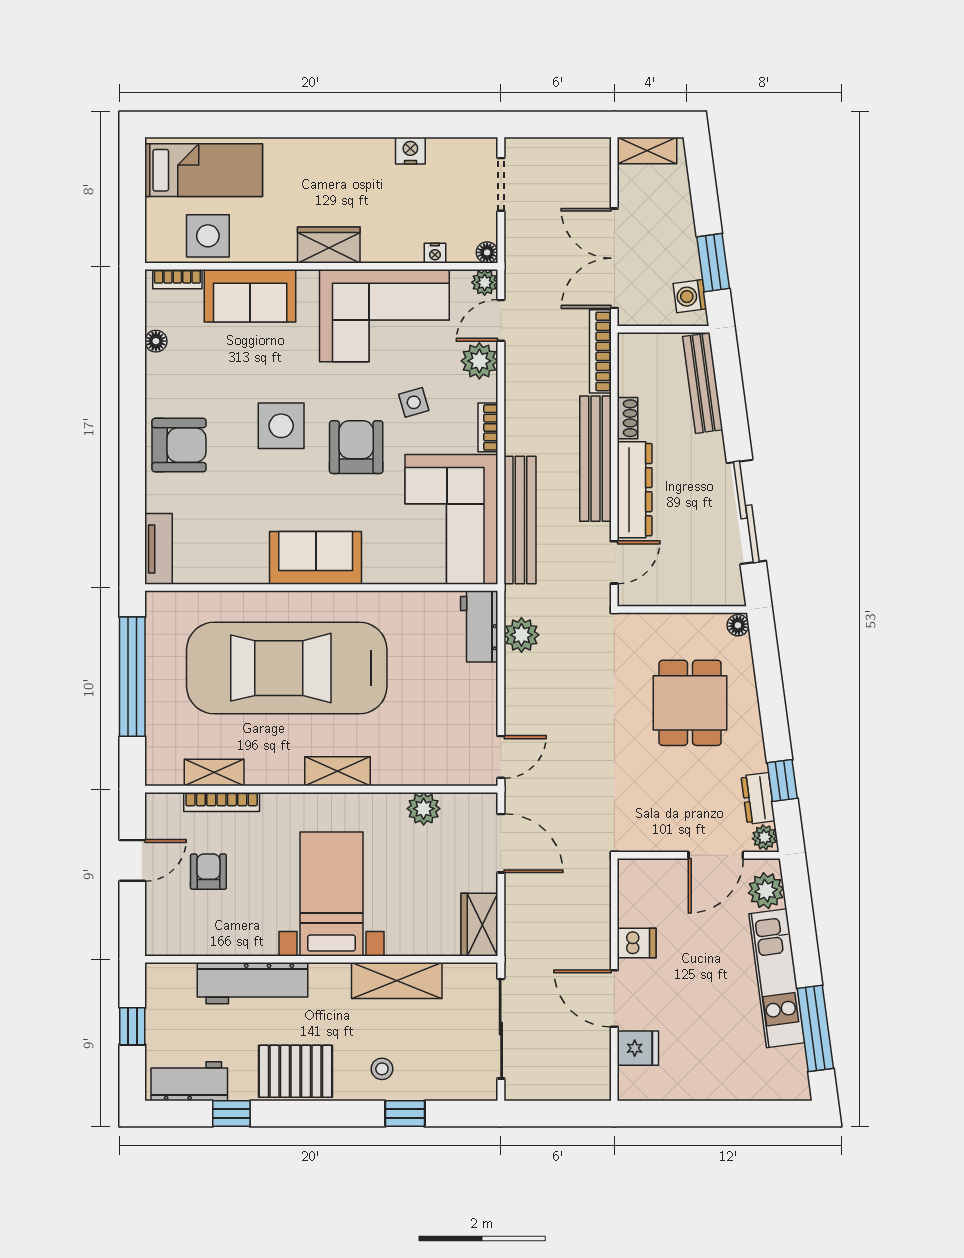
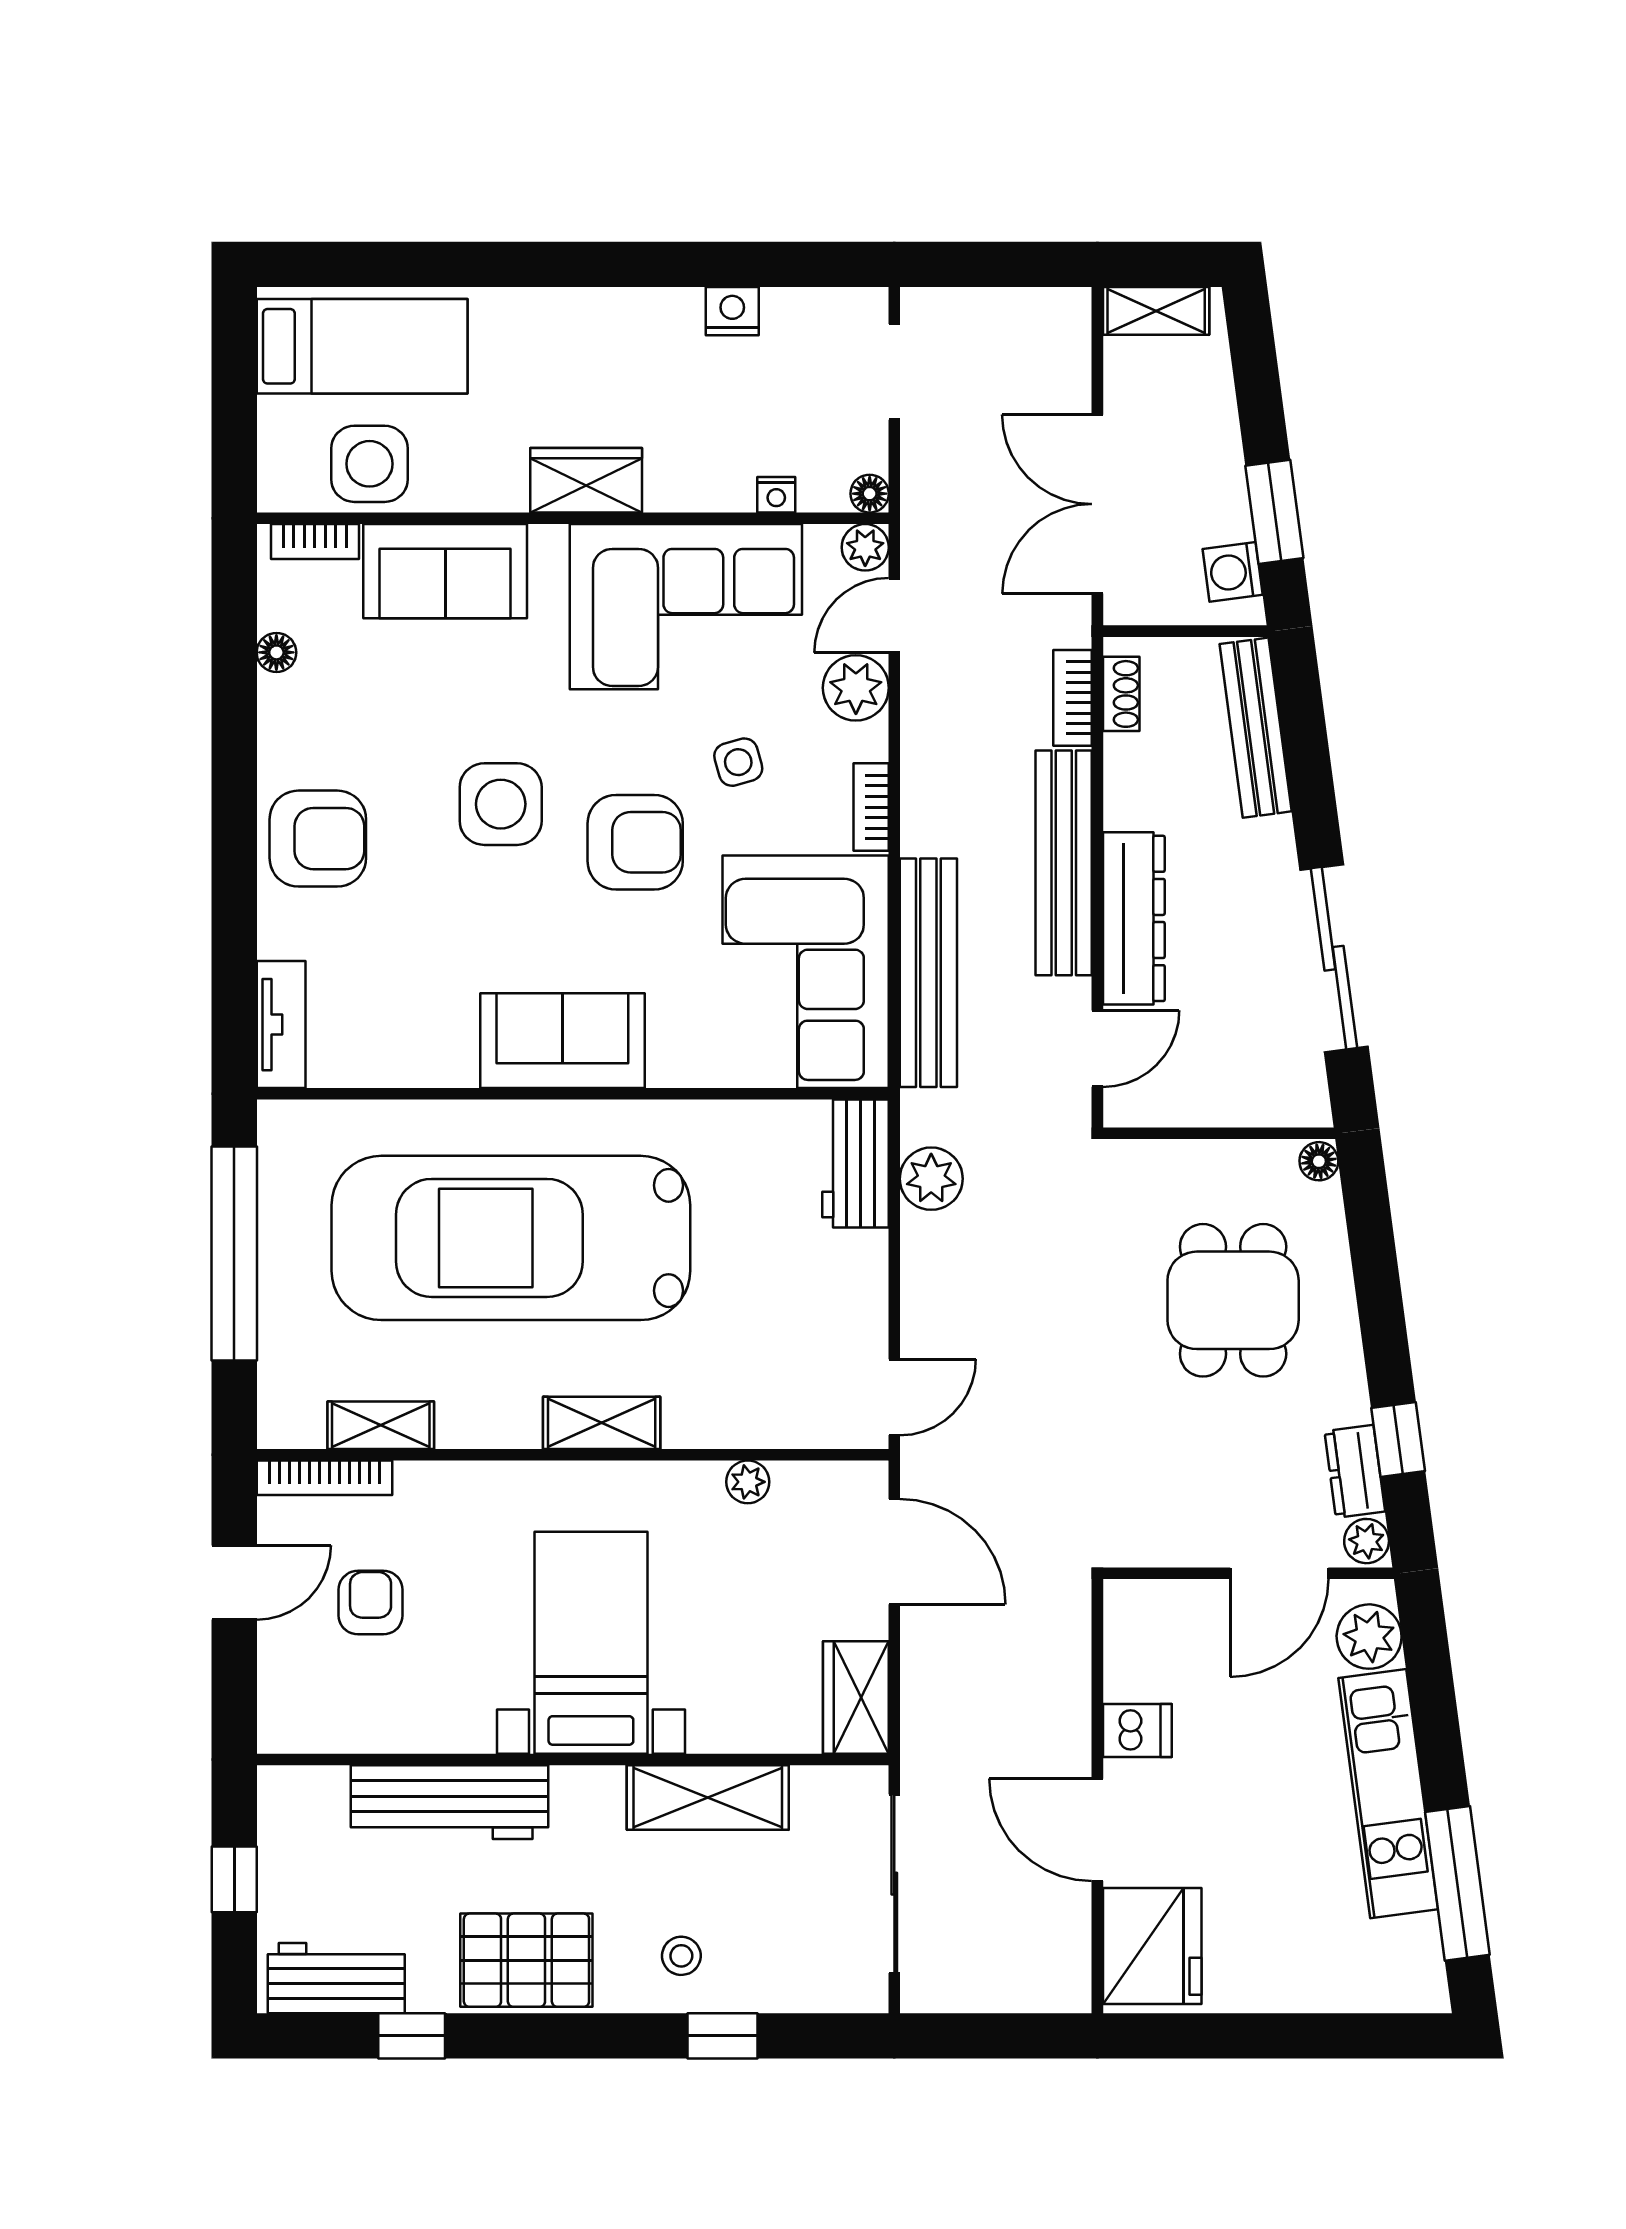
bookcase: (600, 351) -> (1073, 698), width x0.64
shoe rack: (628, 418) -> (1121, 694), moved
armchair: (356, 447) -> (635, 842), turned 90
bookcase: (222, 802) -> (324, 1478), moved
plant: (424, 809) -> (748, 1482), width x0.73, depth x0.73
fridge: (638, 1048) -> (1152, 1946), width x1.88, depth x1.34

